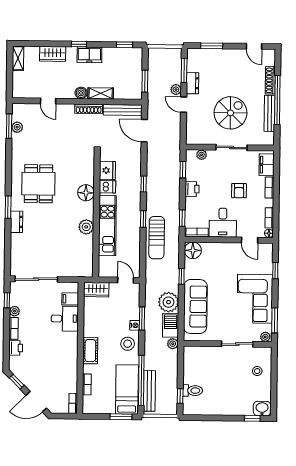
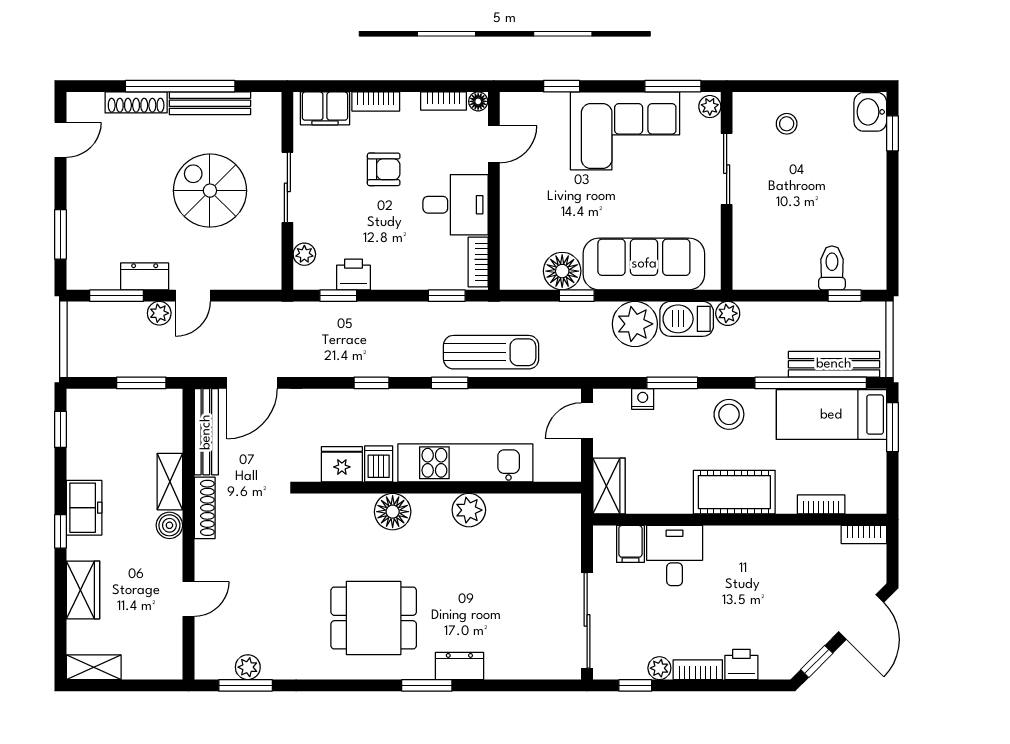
printer: (192, 189) -> (353, 274), moved
floor lamp: (193, 250) -> (562, 271), moved
nightstand: (135, 325) -> (643, 399), moved
cot: (90, 351) -> (734, 492), width x1.37, depth x1.34

